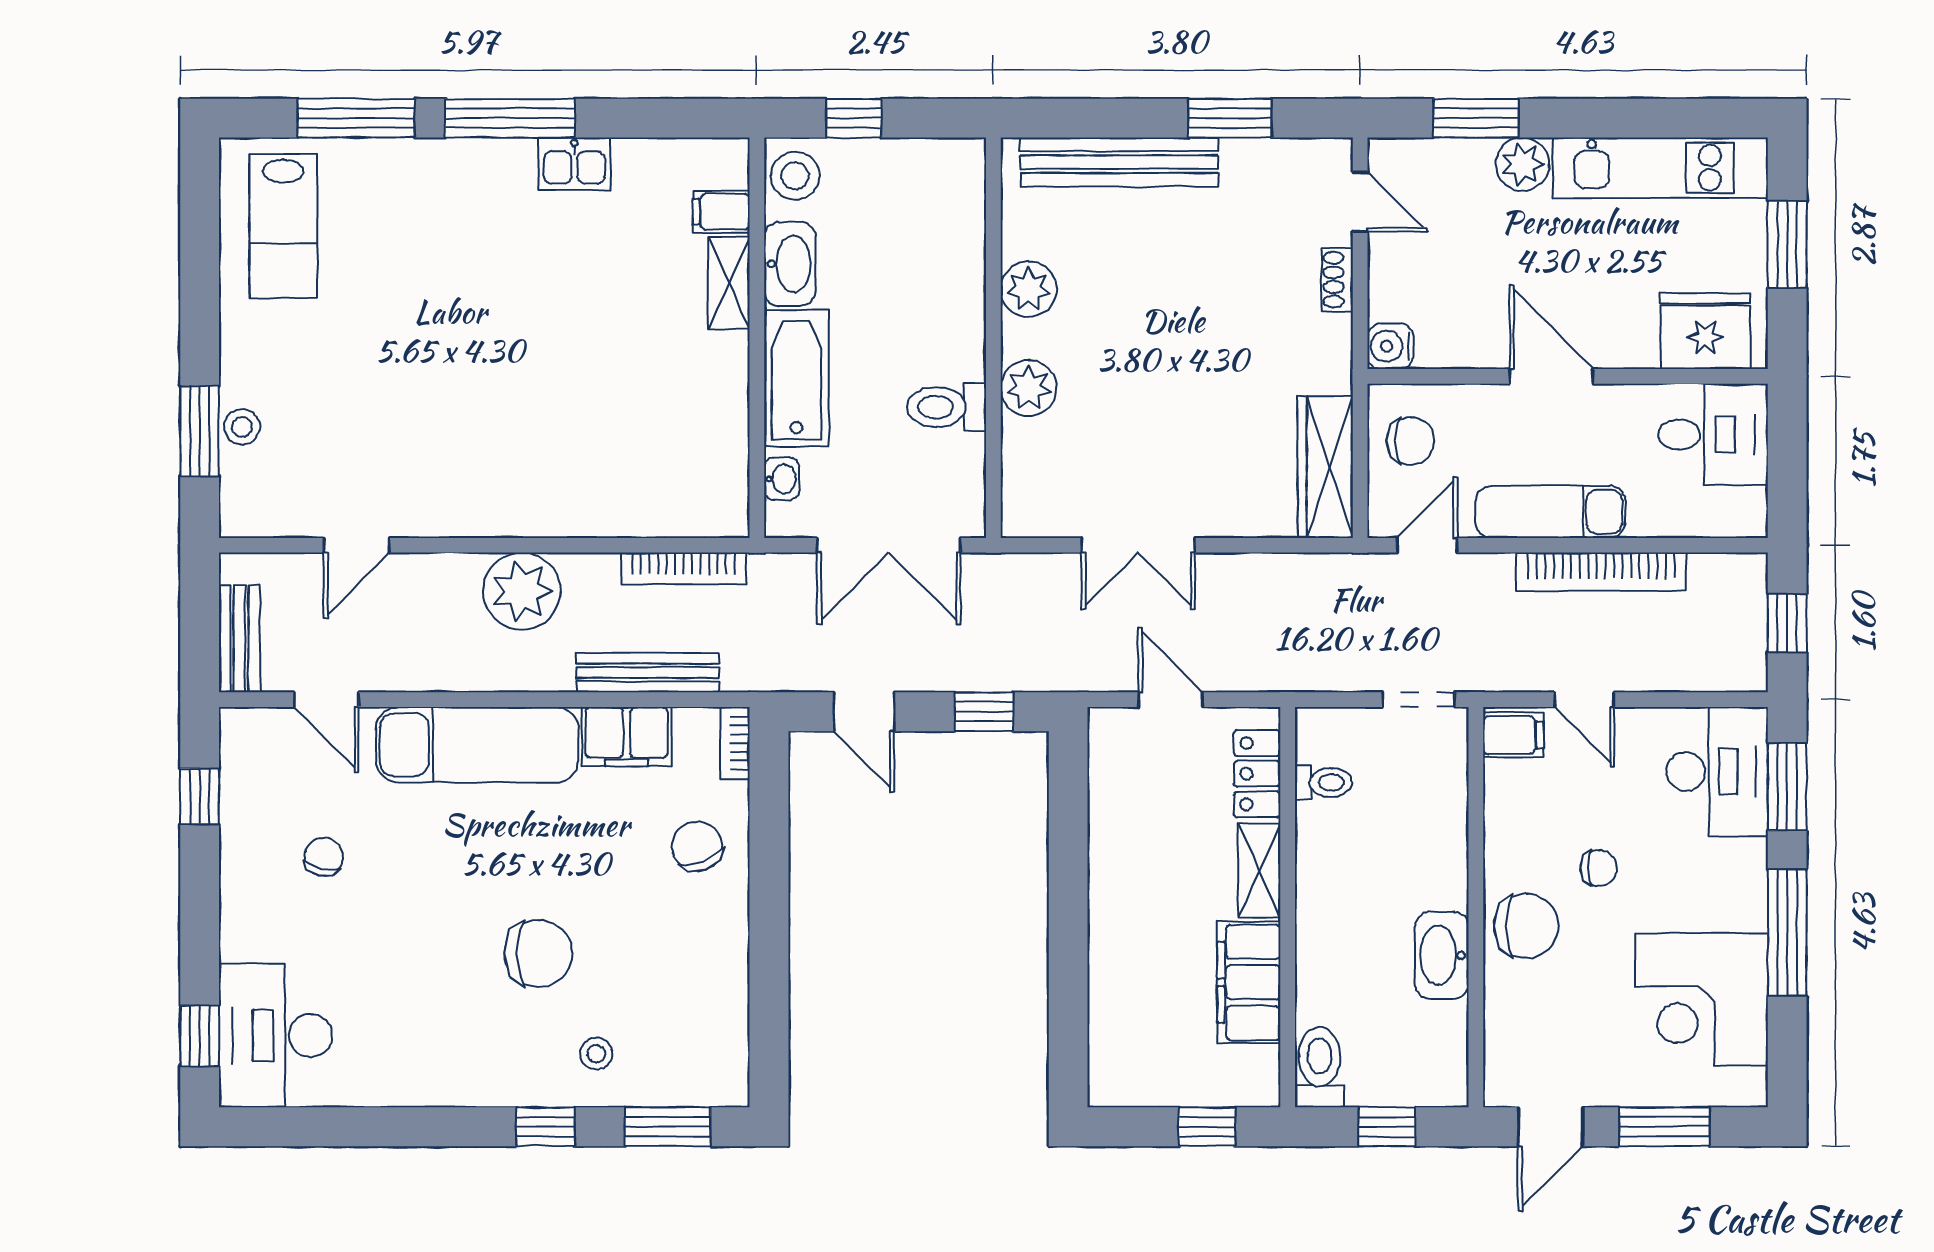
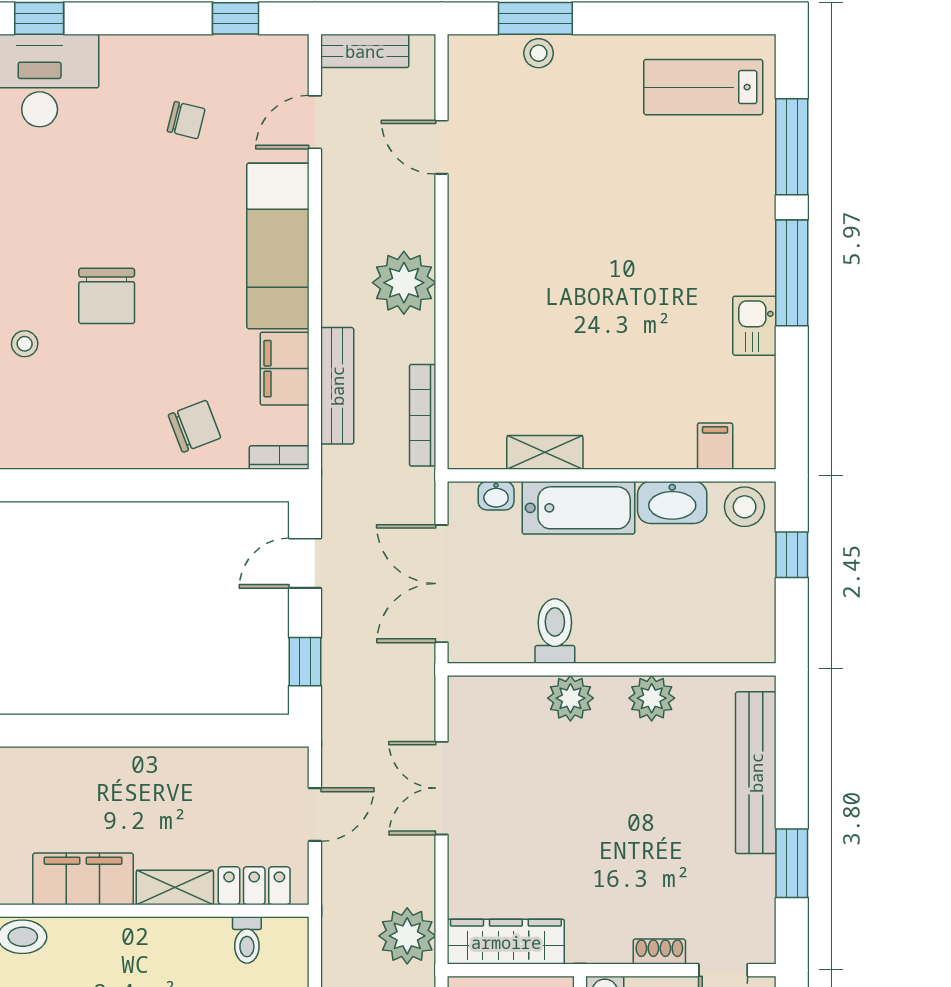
shelving: (729, 283) -> (545, 452), moved
plant: (1318, 587) -> (407, 936), added

